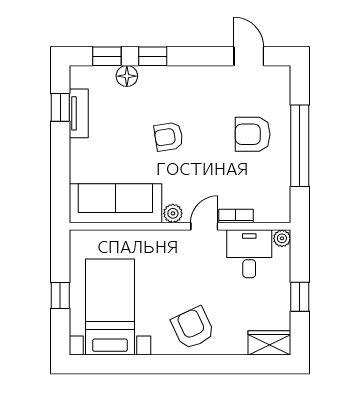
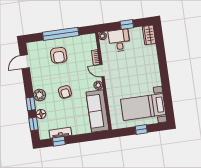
plant: (170, 79) -> (39, 95), added
desk: (249, 254) -> (119, 40), moved, turned 90
armchair: (193, 328) -> (147, 69), removed

